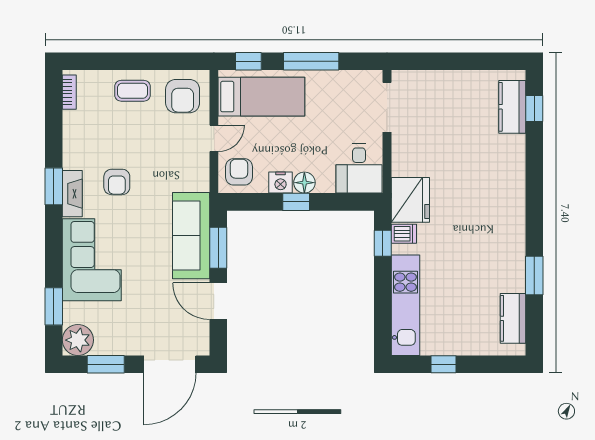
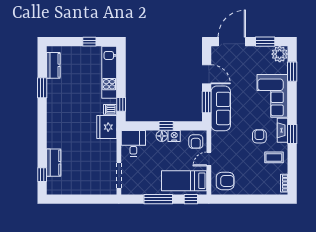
coffee table: (133, 91) -> (274, 157), moved
armchair: (183, 96) -> (225, 181), turned 90
kitchen counter: (512, 107) -> (54, 163), moved

